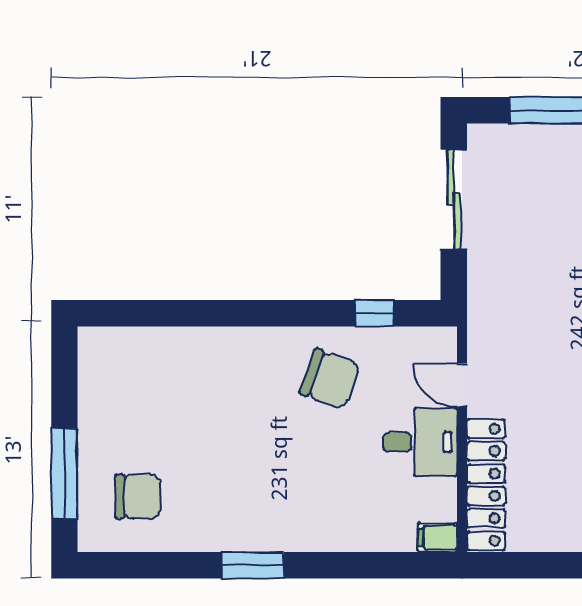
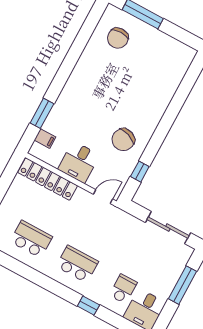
door: (462, 385) -> (103, 197), moved
filing cabinet: (438, 537) -> (45, 139), moved, turned 90
window: (253, 565) -> (42, 113), moved

